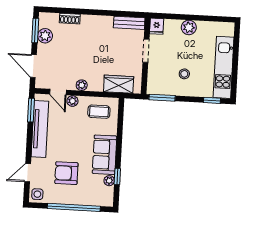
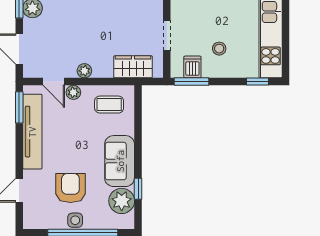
doorway: (146, 51) -> (167, 36), moved
dishwasher: (163, 87) -> (192, 67), added
armchair: (66, 173) -> (70, 188), turned 90
plant: (109, 181) -> (122, 201), width x1.87, depth x1.87
side table: (37, 194) -> (75, 220), moved

